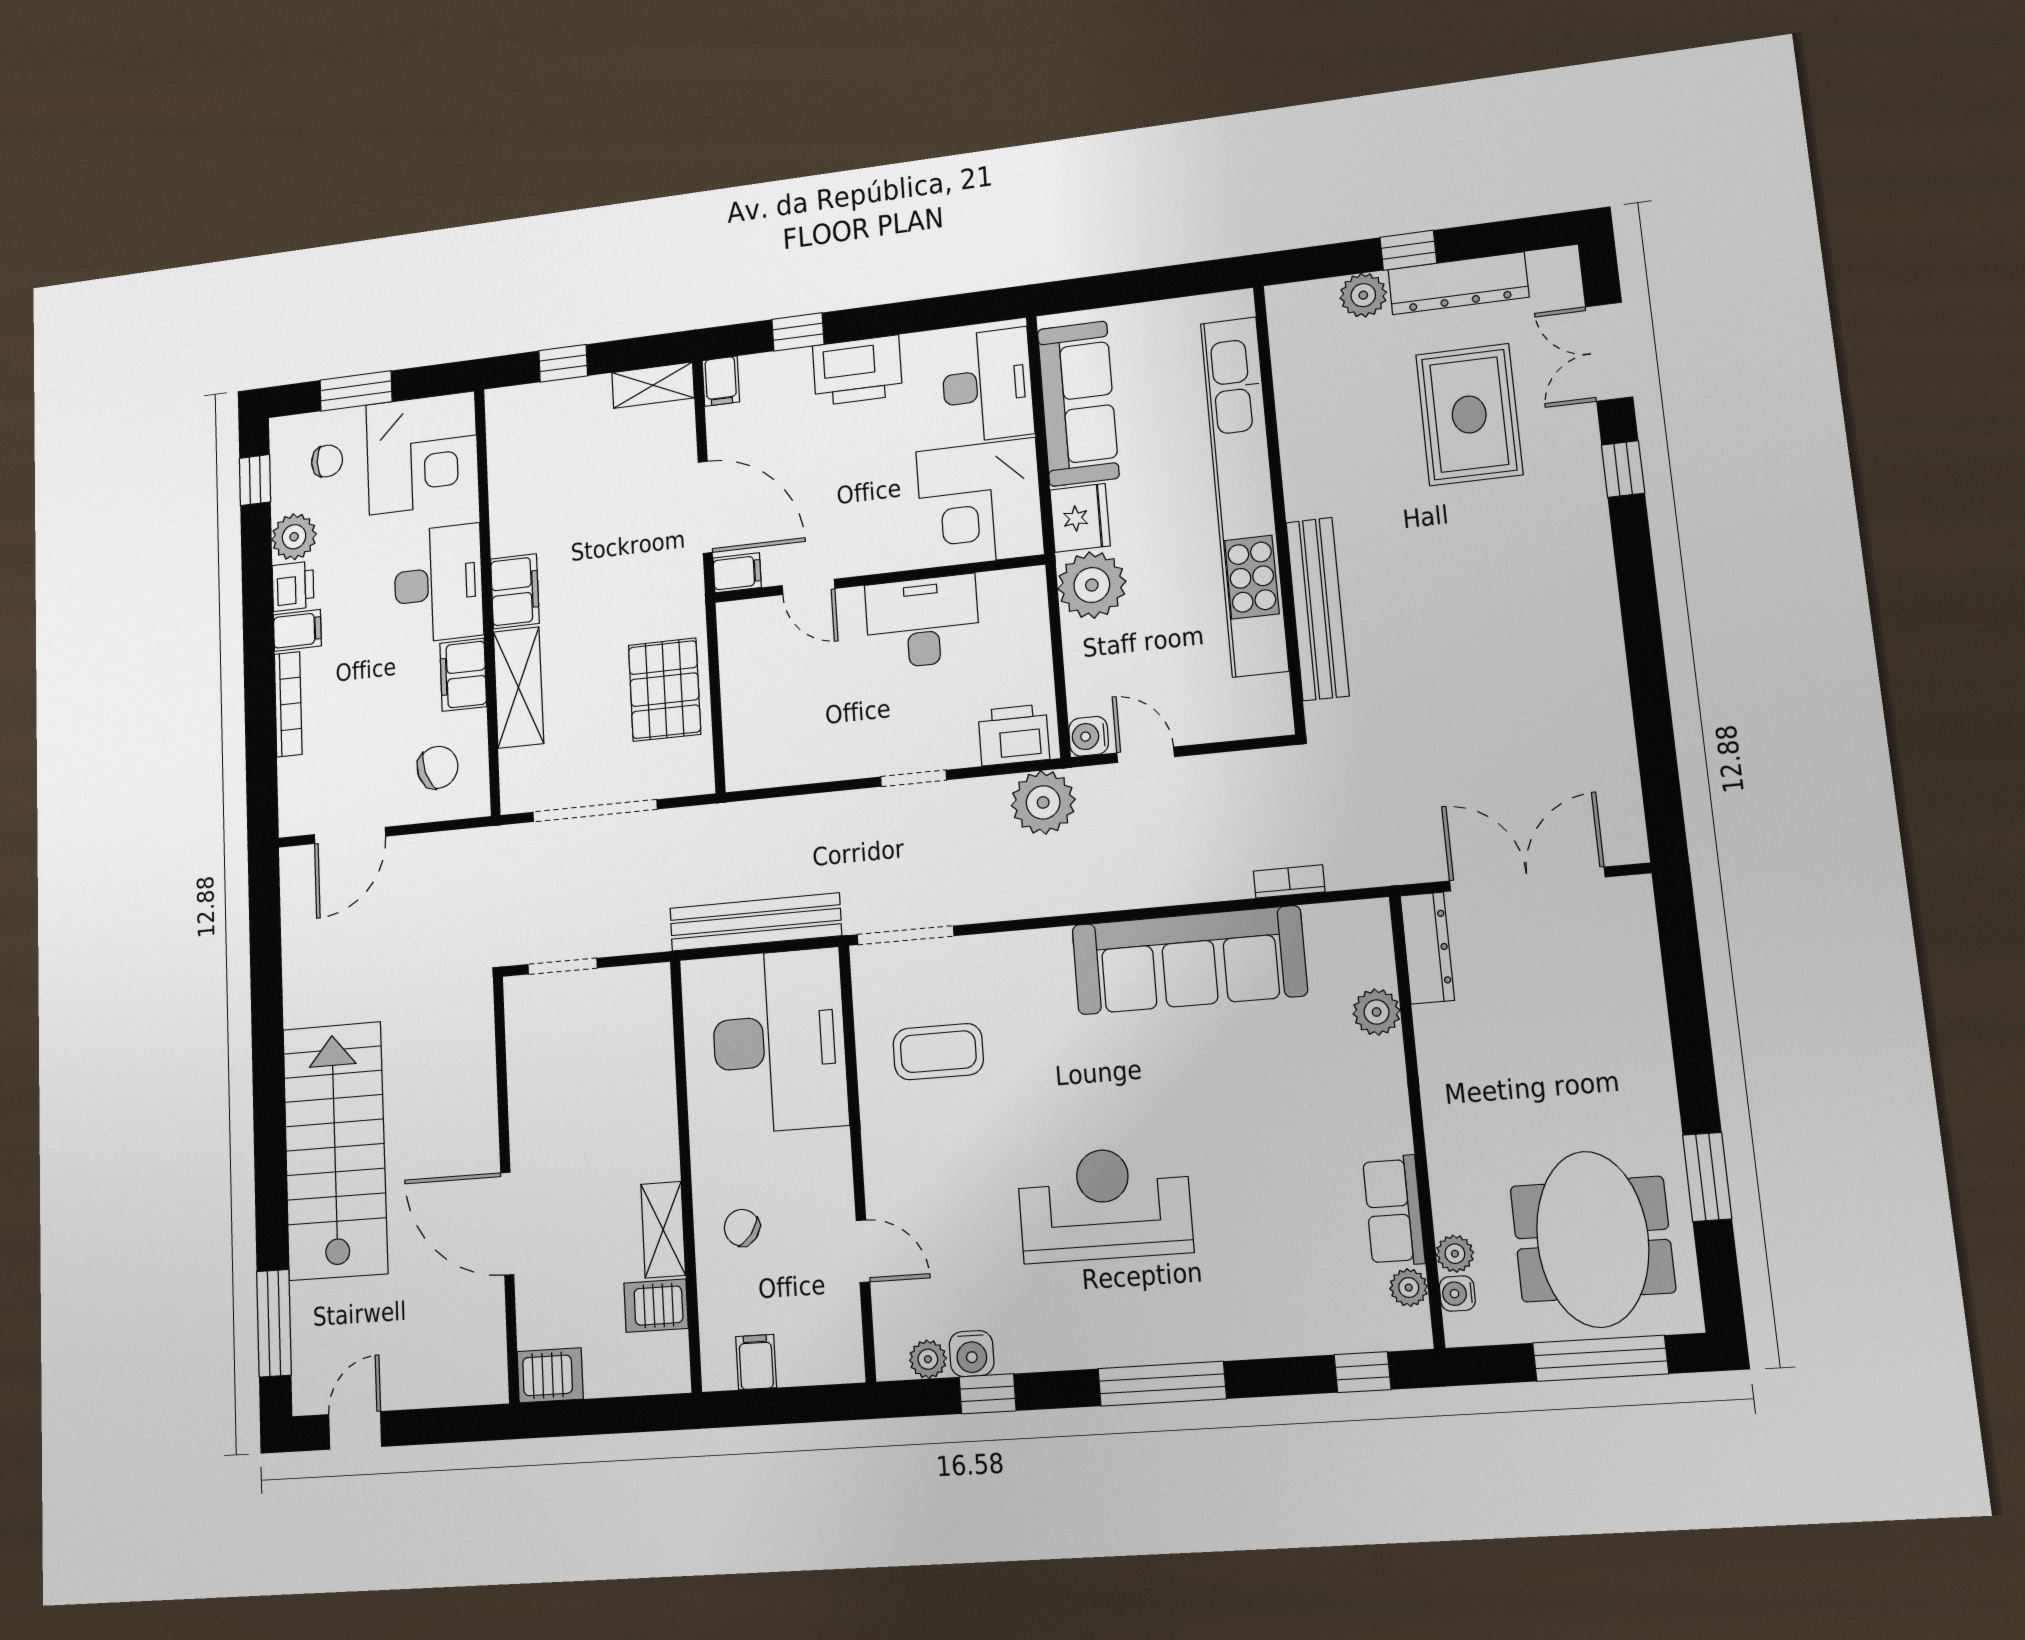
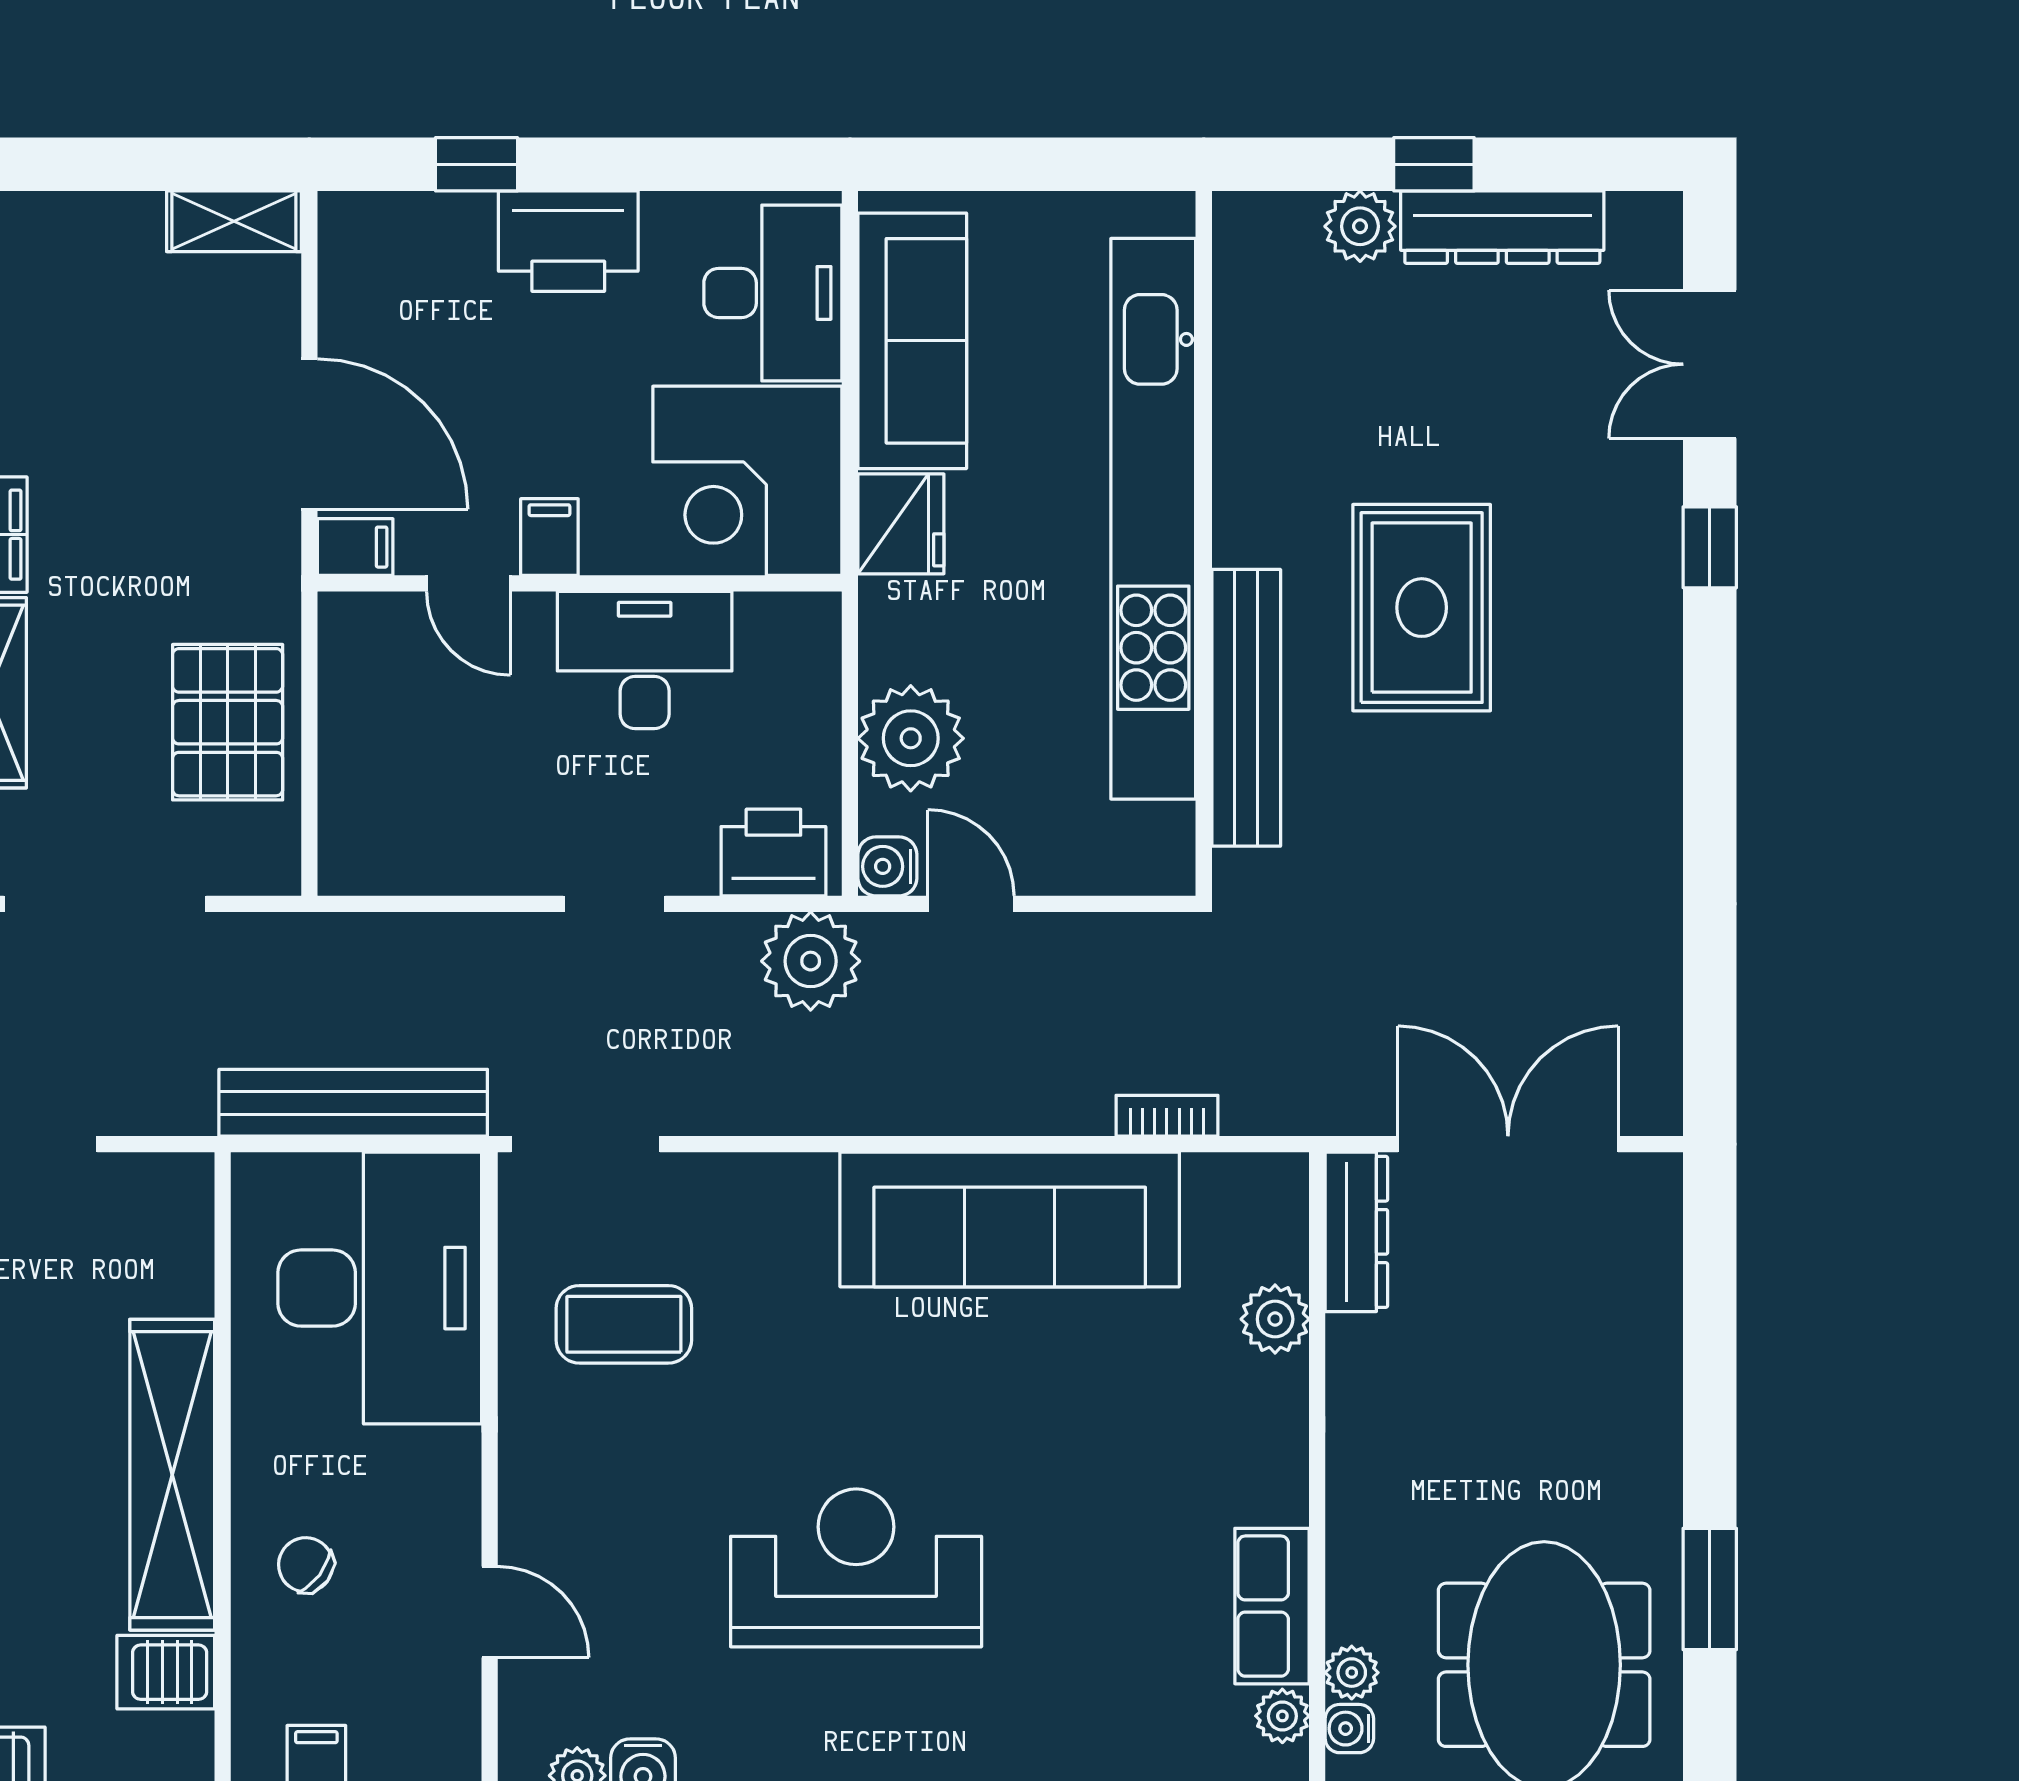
window: (563, 363) -> (86, 164), removed
filing cabinet: (721, 381) -> (549, 537), moved, turned 180
rug: (1469, 414) -> (1422, 608), moved
plant: (1092, 585) -> (911, 738), moved
shelving: (663, 1230) -> (172, 1475), width x2.20, depth x1.33

